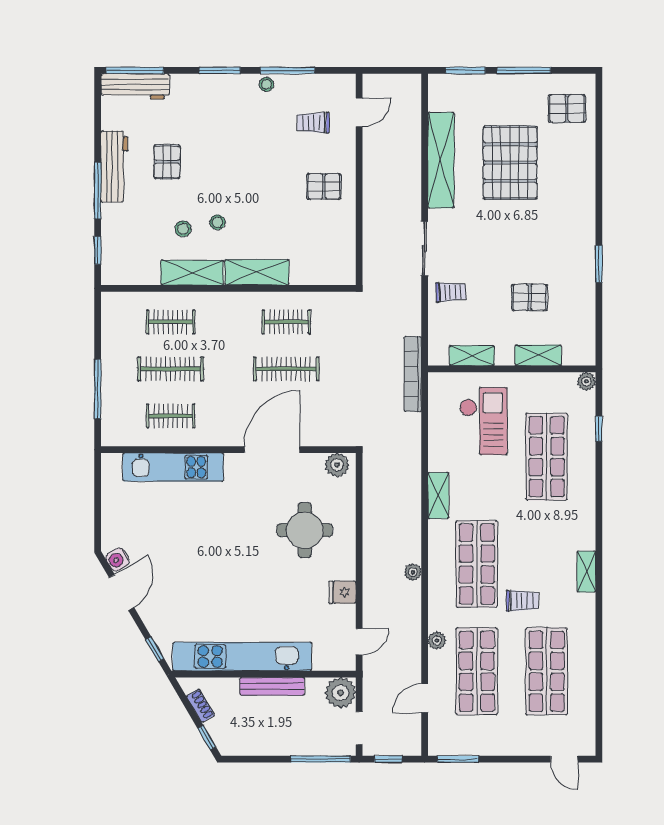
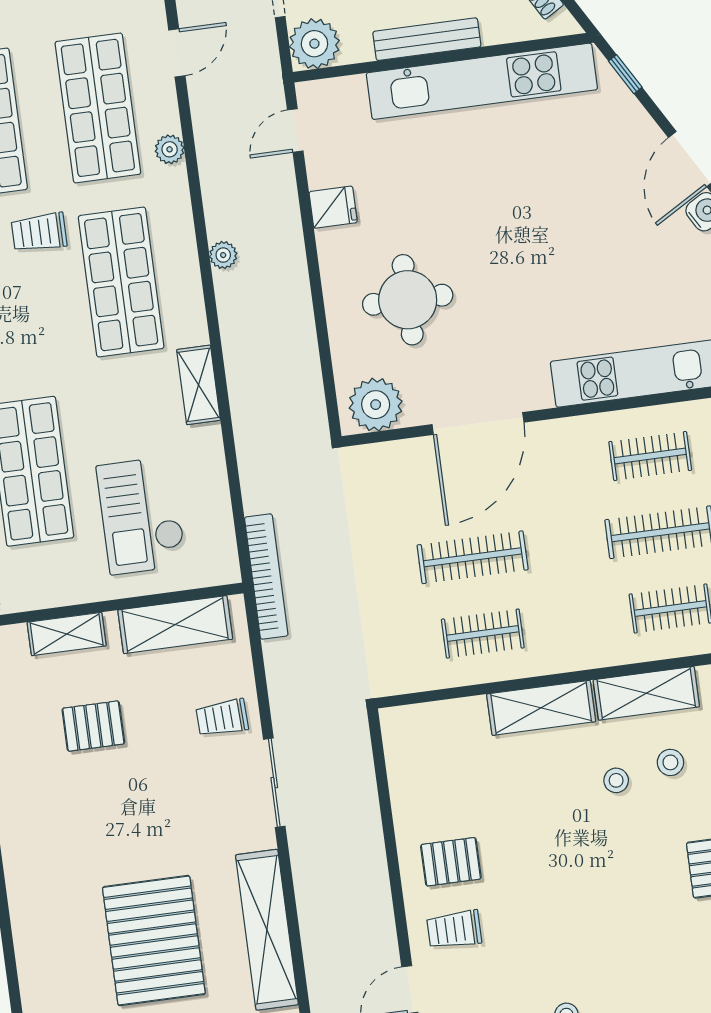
trolley: (313, 123) -> (454, 930), moved, turned 180
shelving: (472, 356) -> (175, 625), width x1.50, depth x1.33
plant: (337, 465) -> (376, 405), width x1.36, depth x1.36

